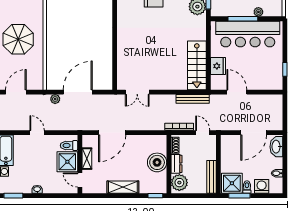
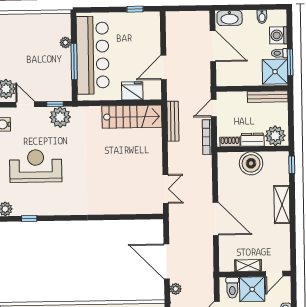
toilet: (69, 145) -> (232, 288), moved
shelving: (87, 159) -> (248, 266), moved
shower: (67, 162) -> (252, 289), moved
wall: (80, 164) -> (255, 274), moved
door: (80, 180) -> (274, 274), moved

